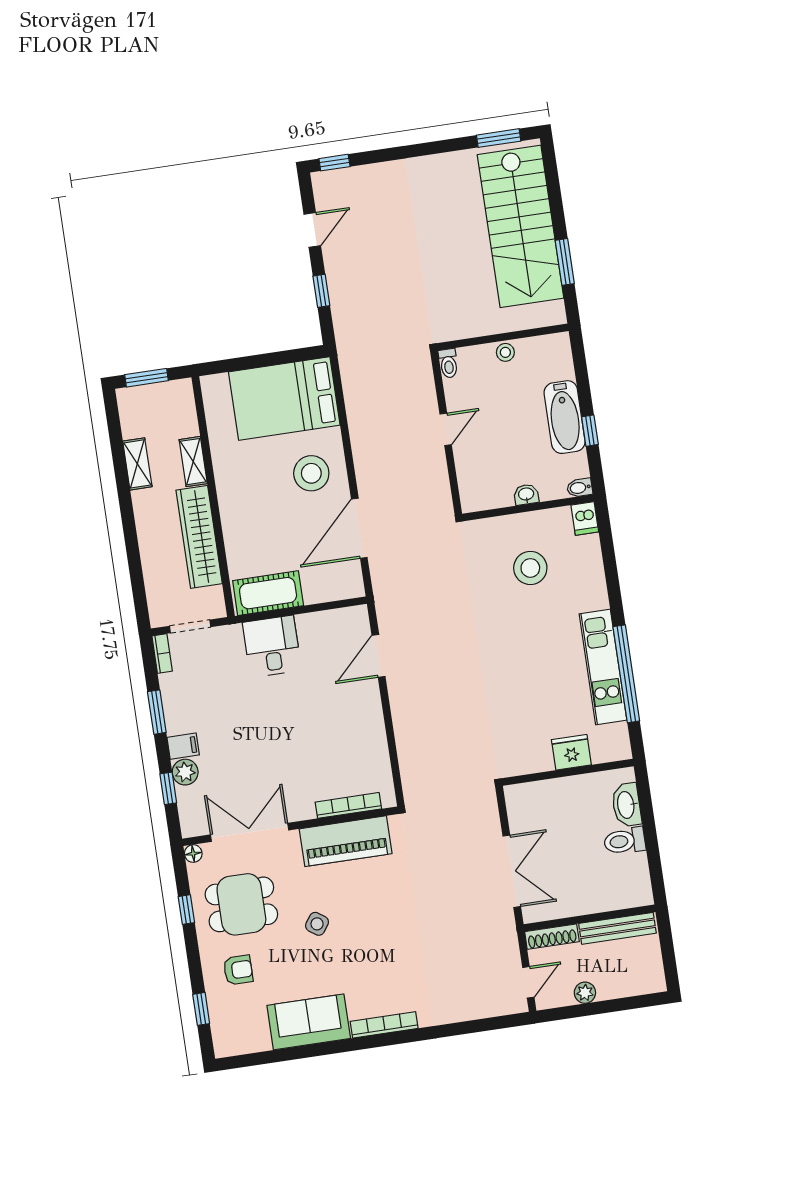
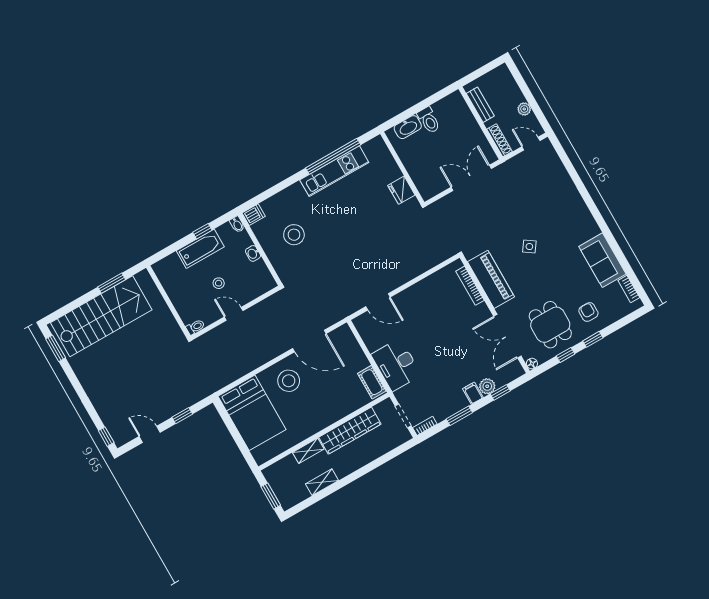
stool: (505, 352) -> (219, 283), moved
cot: (268, 593) -> (372, 382), width x0.73, depth x0.75
desk: (272, 646) -> (396, 365), width x1.37
fridge: (571, 752) -> (401, 190), moved
side table: (317, 924) -> (529, 247), moved
bench: (617, 928) -> (480, 105), width x0.73
window: (201, 1009) -> (593, 339), moved
bookcase: (384, 1025) -> (629, 289), moved, width x0.64

